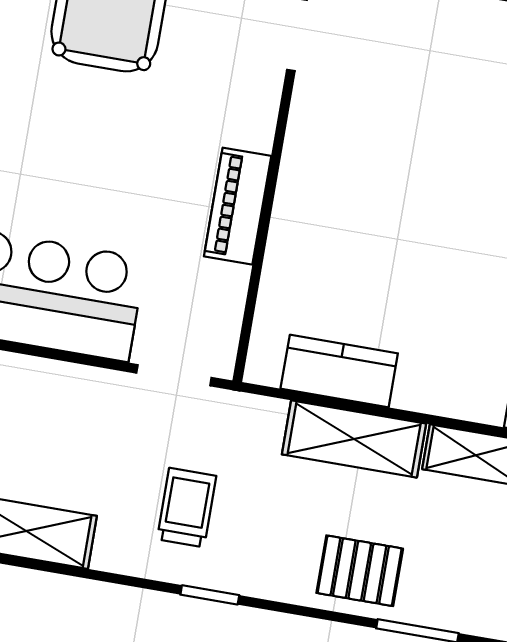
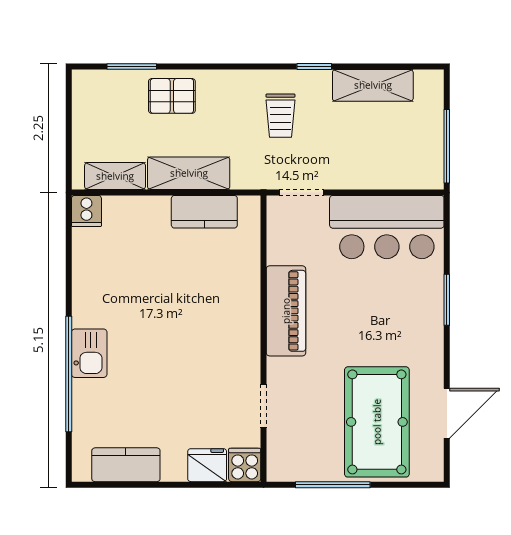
piano: (238, 206) -> (286, 311), width x1.37, depth x1.33
window: (210, 595) -> (314, 66), moved

